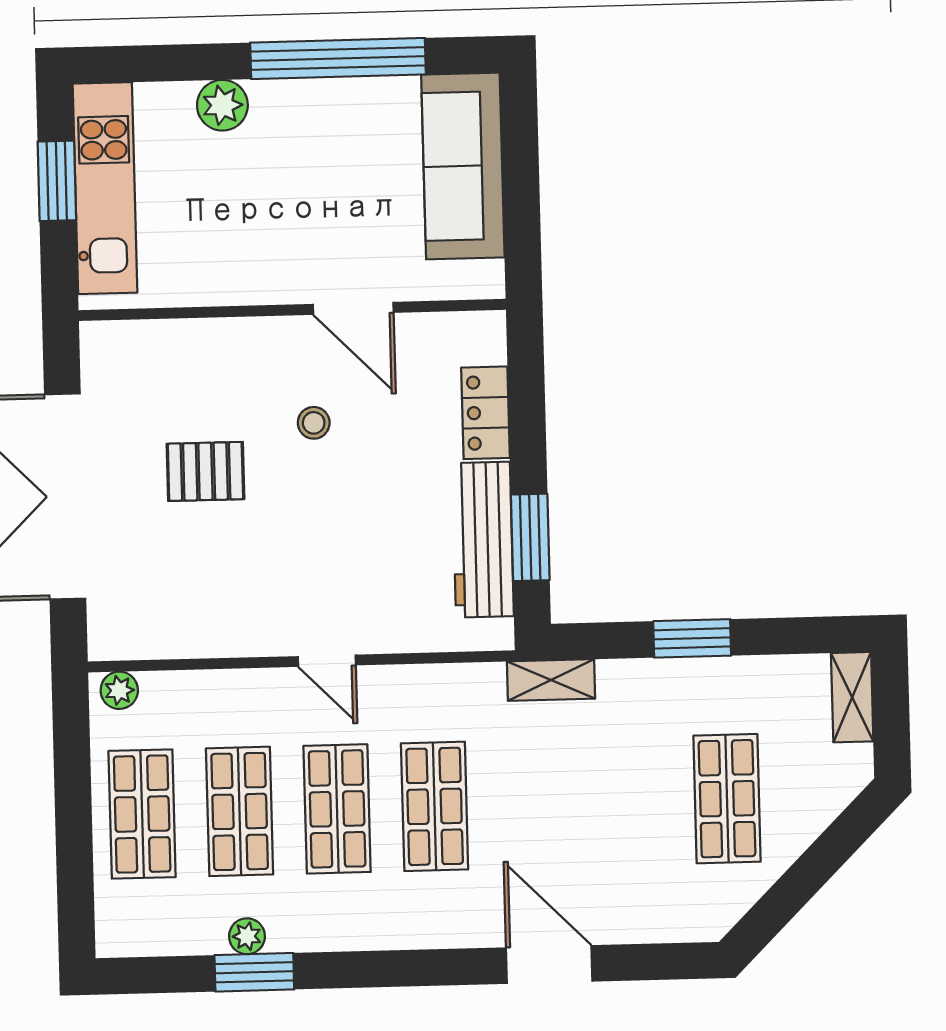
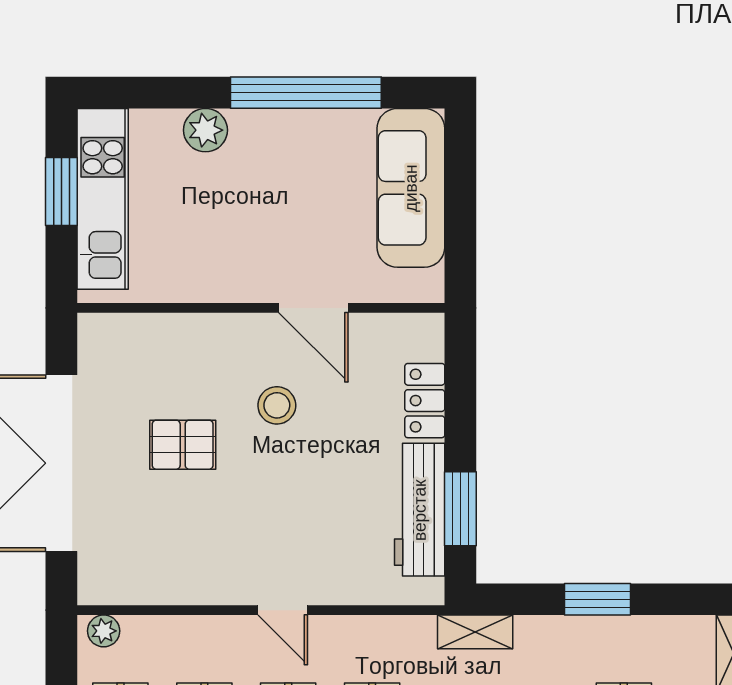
stool: (314, 423) -> (277, 405), width x1.37, depth x1.37

